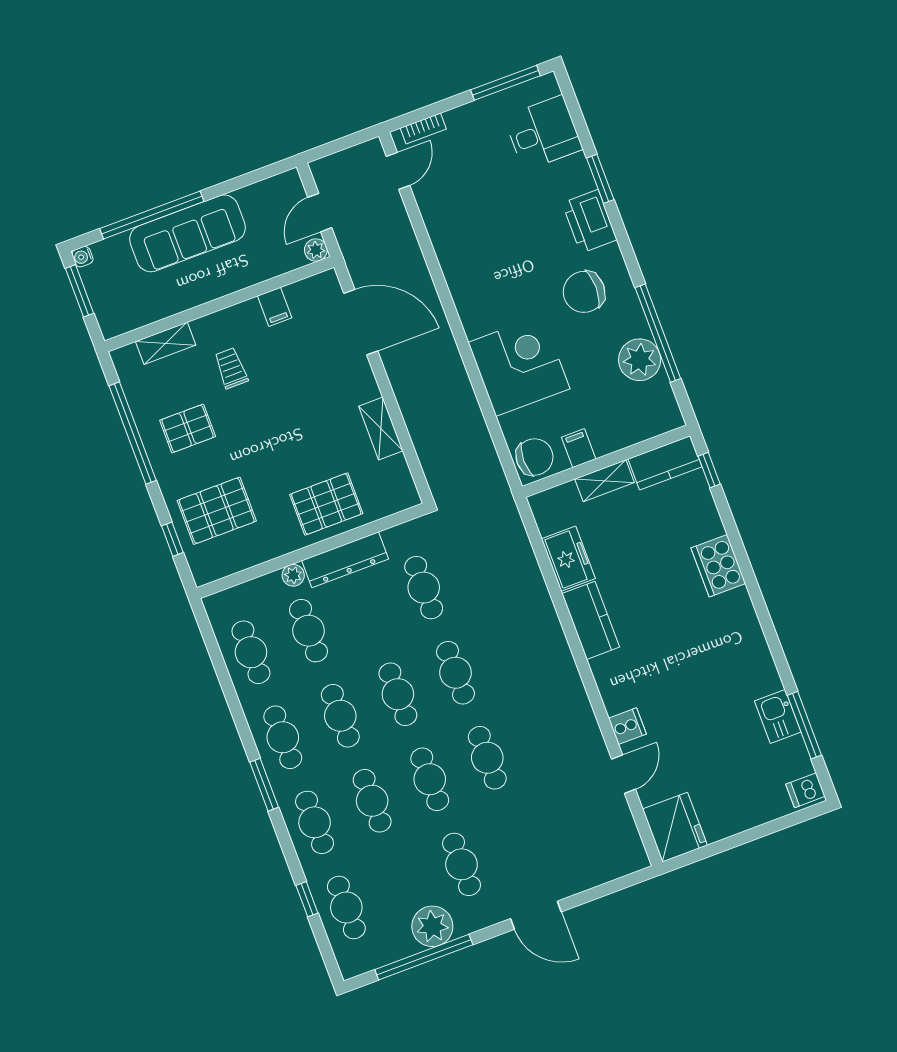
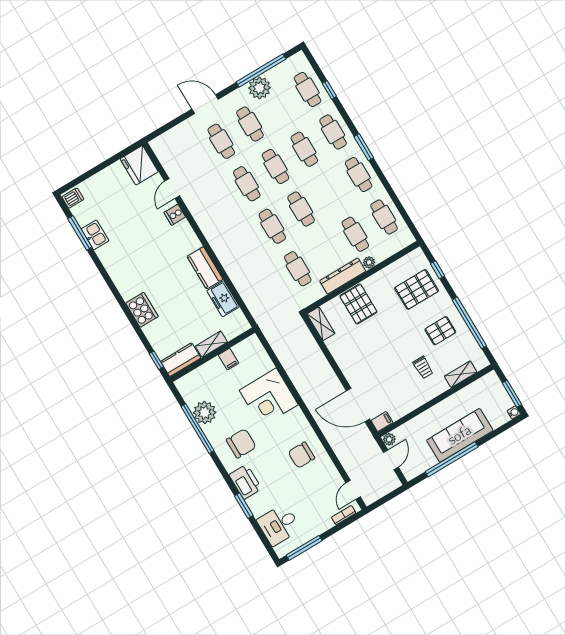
window: (152, 215) -> (452, 459), moved
filing cabinet: (275, 307) -> (382, 422), moved, turned 90
shelving: (381, 429) -> (321, 324), moved
chair: (535, 457) -> (301, 455), moved
pallet: (326, 504) -> (358, 304), turned 90
cafe table: (340, 716) -> (221, 141), moved

